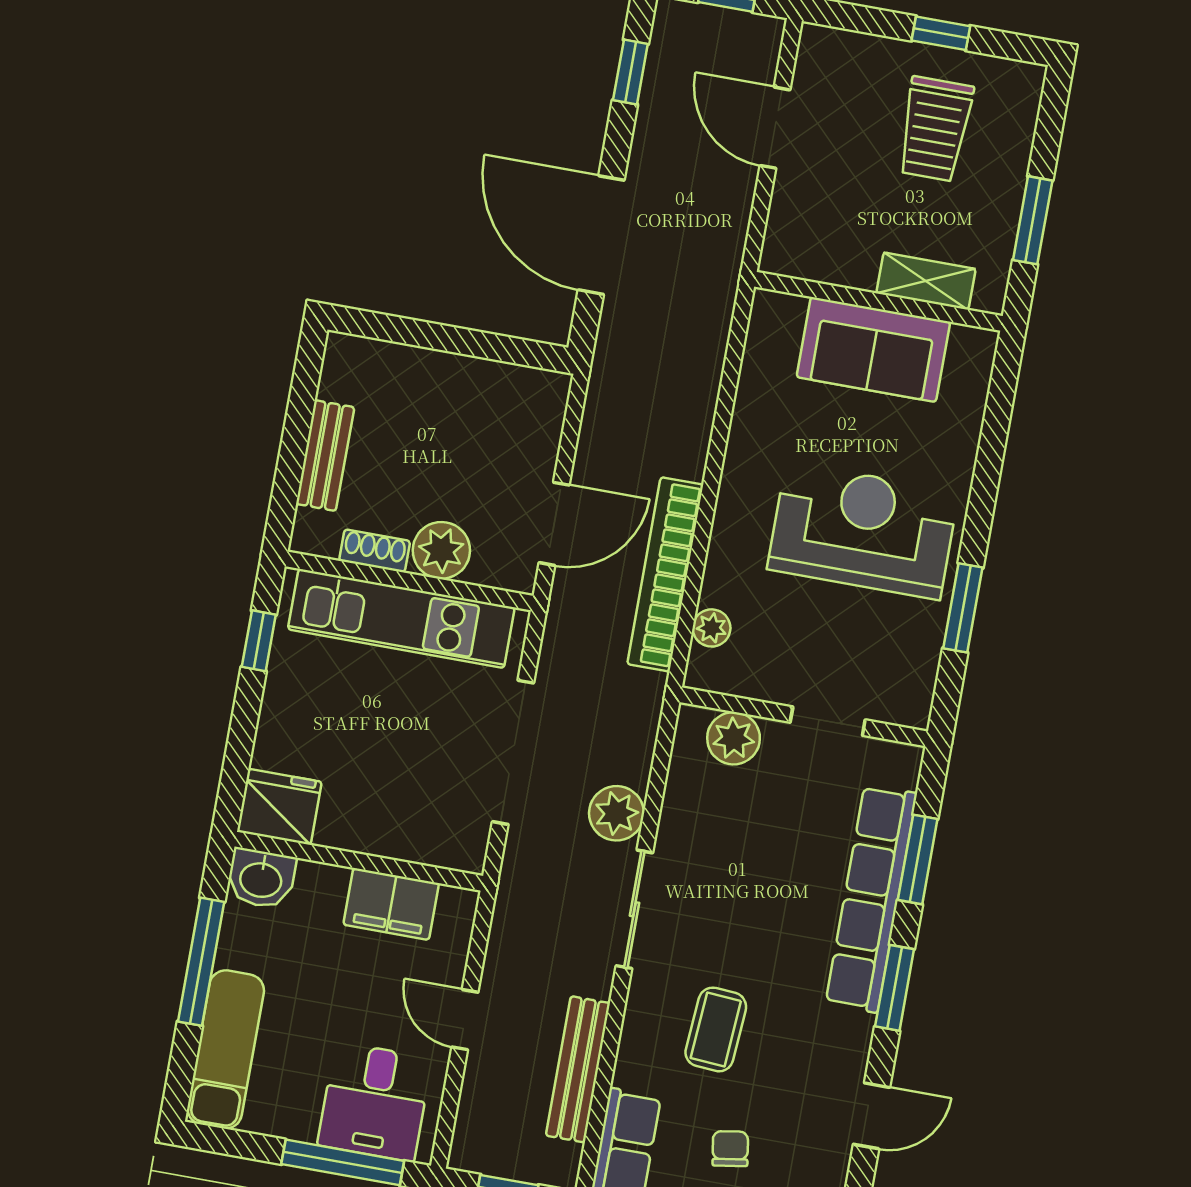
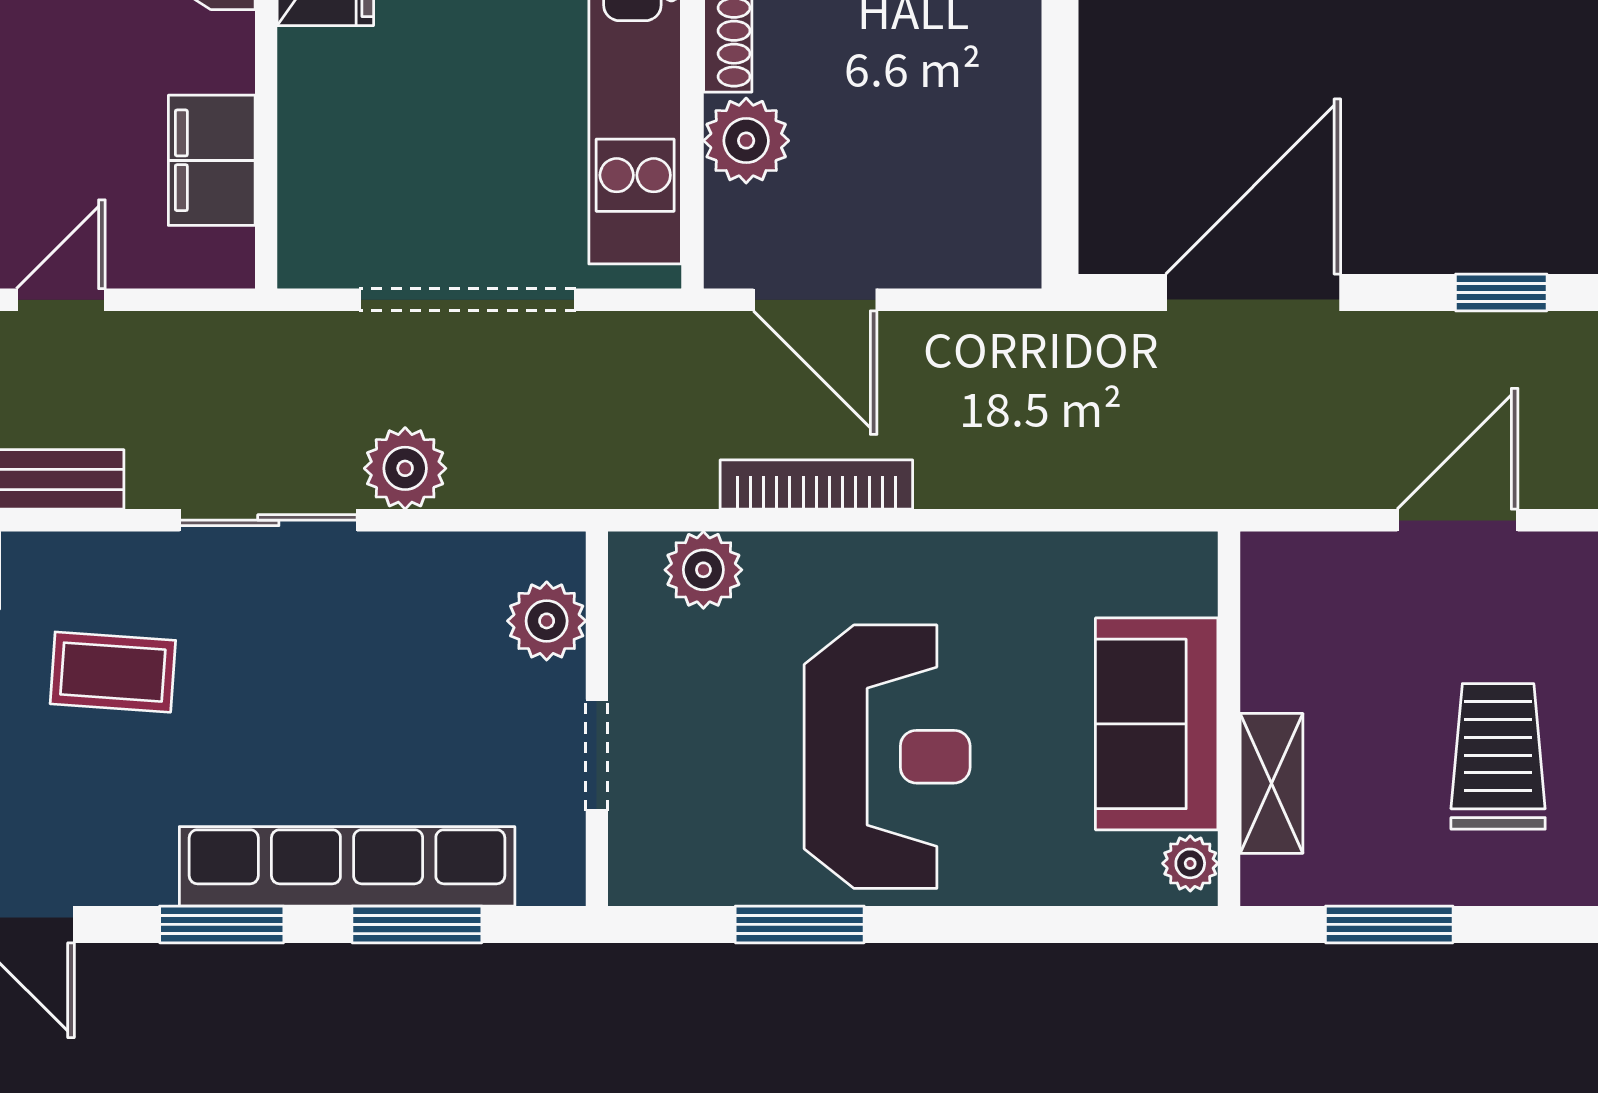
trolley: (935, 129) -> (1498, 756), turned 90
plant: (969, 344) -> (1190, 863), added
bookcase: (665, 574) -> (816, 485), width x0.68, depth x0.76
plant: (712, 628) -> (703, 570), width x1.38, depth x1.38

